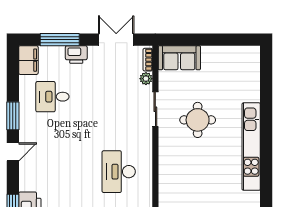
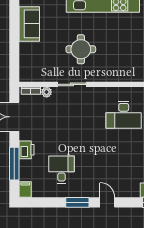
sofa: (179, 58) -> (29, 24), moved
filing cabinet: (28, 60) -> (25, 189), width x0.50
desk: (52, 97) -> (61, 170), turned 180

